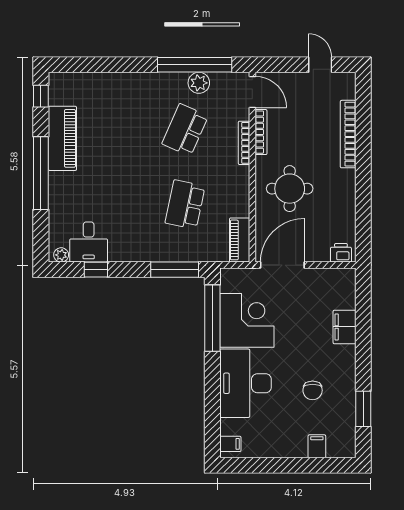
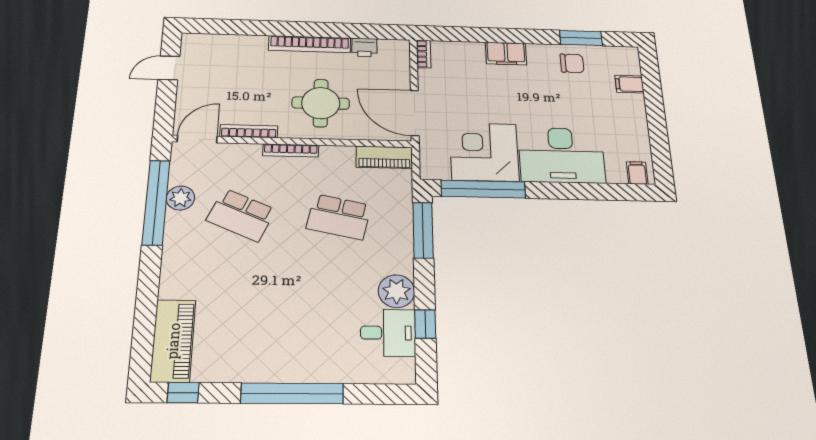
bookcase: (348, 134) -> (310, 44), moved
piano: (62, 138) -> (173, 341), moved, turned 90
bookcase: (244, 143) -> (291, 150), moved
printer: (341, 253) -> (364, 47), moved, turned -90
plant: (61, 255) -> (396, 291), moved, width x1.88, depth x1.88
bookcase: (342, 274) -> (424, 54), added
filing cabinet: (345, 327) -> (506, 54), moved
chair: (313, 390) -> (572, 63), moved

